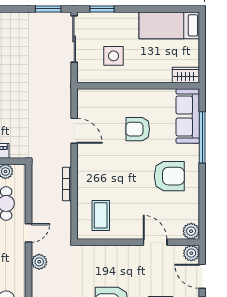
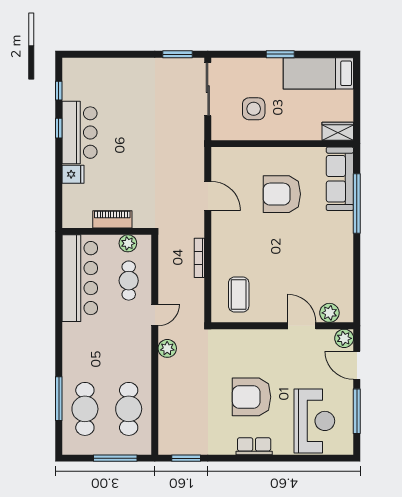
window: (102, 9) -> (280, 54), moved
armchair: (138, 129) -> (282, 194), width x1.36, depth x1.36
armchair: (169, 176) -> (318, 249), removed
plant: (191, 231) -> (329, 313), moved

